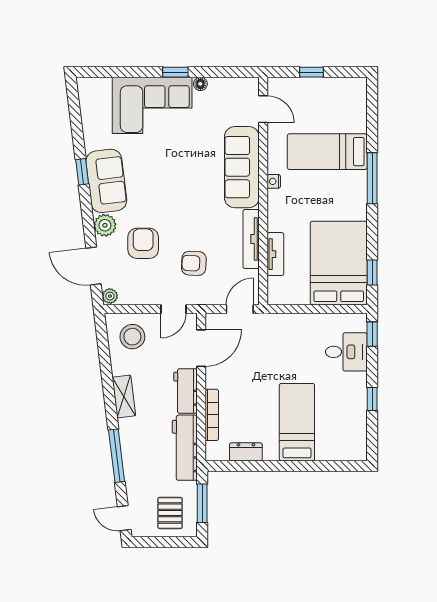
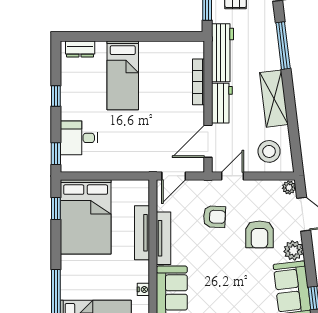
tv unit: (275, 254) -> (142, 233), width x1.41
shelving: (124, 396) -> (274, 99), width x1.50, depth x1.33
dresser: (246, 452) -> (80, 49), moved

